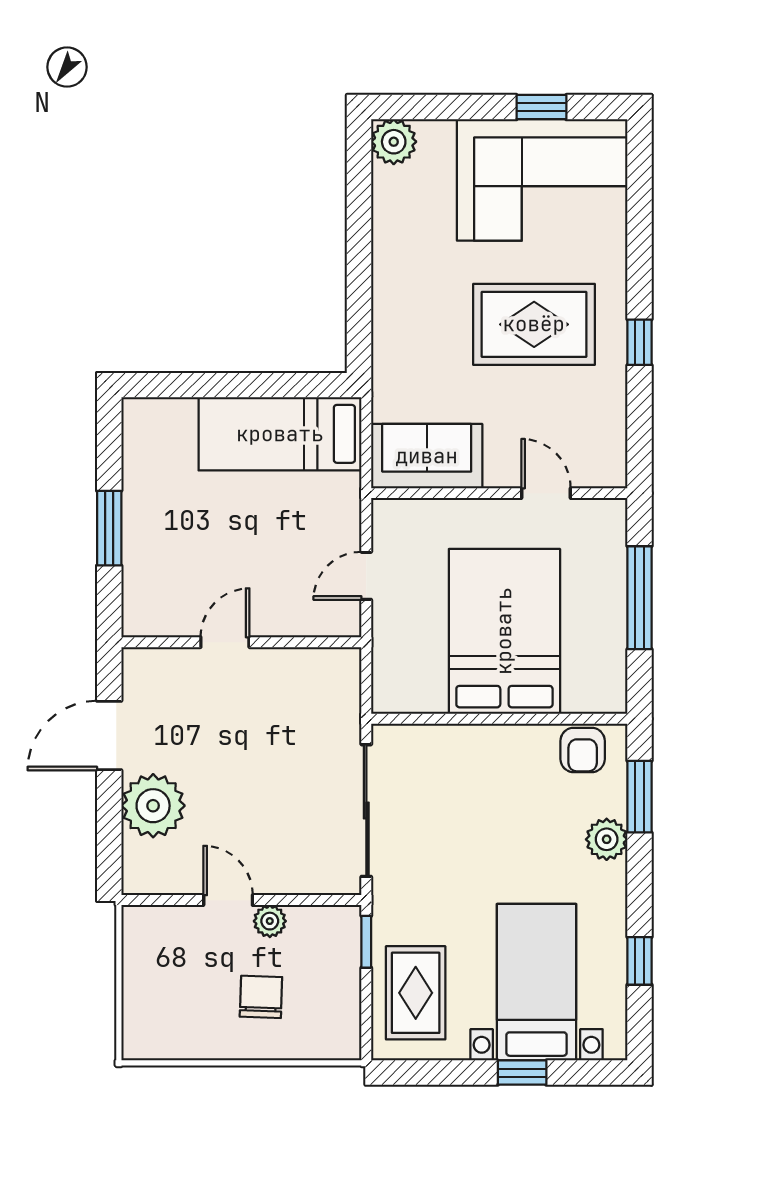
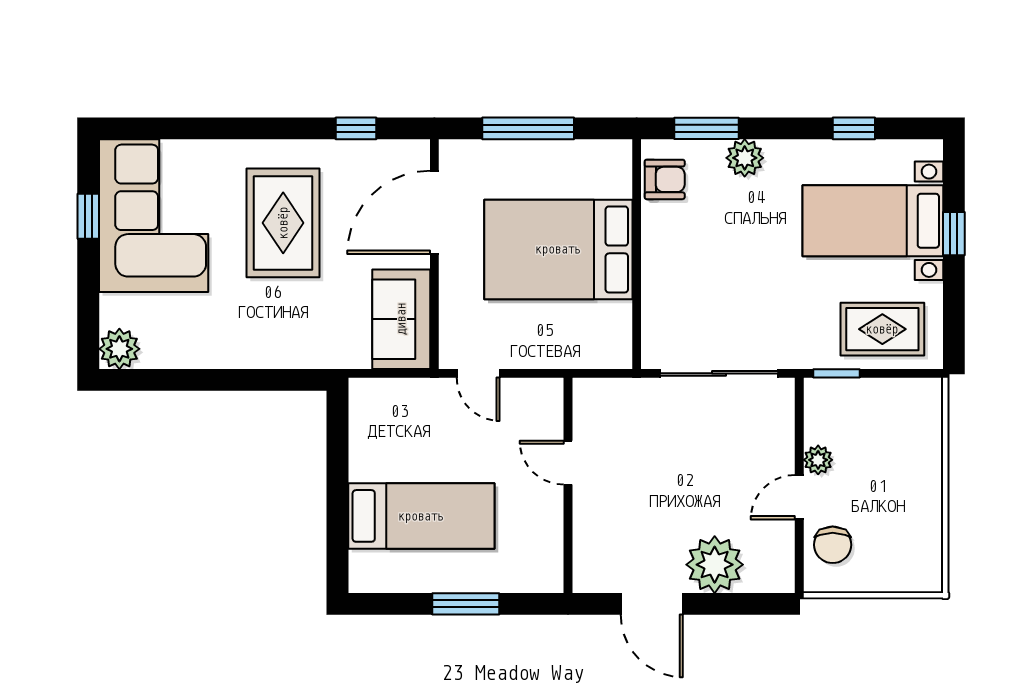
window: (639, 342) -> (356, 128), moved
bed: (280, 434) -> (421, 516), moved, turned -90
door: (546, 493) -> (434, 212), width x1.88
door: (366, 576) -> (478, 373), moved
door: (225, 642) -> (568, 463), moved
chair: (261, 997) -> (833, 545), moved, turned -92

